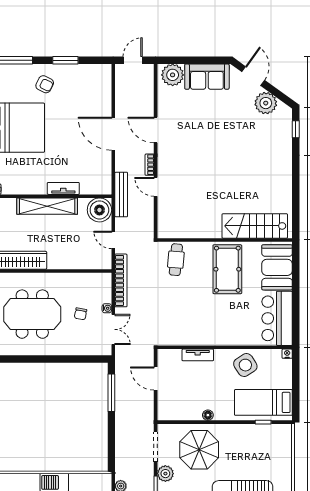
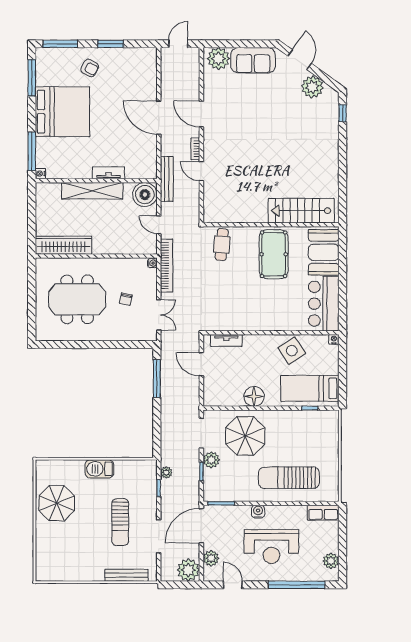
water cooler: (107, 308) -> (152, 263), moved
tv unit: (198, 355) -> (226, 341), moved
floor lamp: (208, 415) -> (254, 396), width x1.89, depth x1.89

